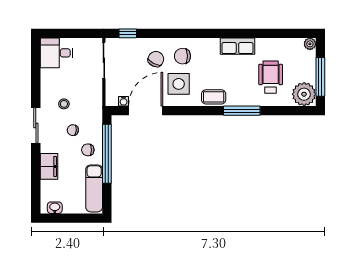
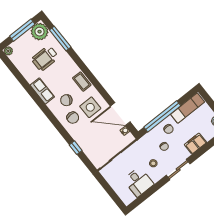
window: (128, 33) -> (76, 148), moved
desk: (56, 53) -> (139, 182), moved
chair: (156, 59) -> (66, 100), moved
window: (242, 111) -> (60, 38), moved

